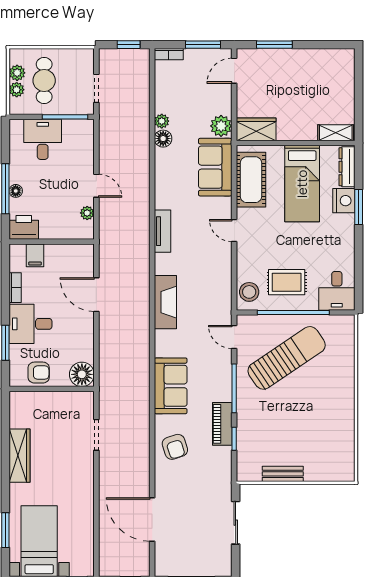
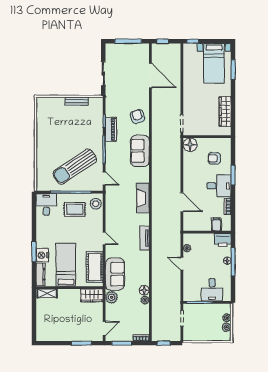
cafe table: (44, 81) -> (211, 323), removed
floor lamp: (82, 374) -> (190, 145), moved
wall: (52, 389) -> (207, 137), moved

